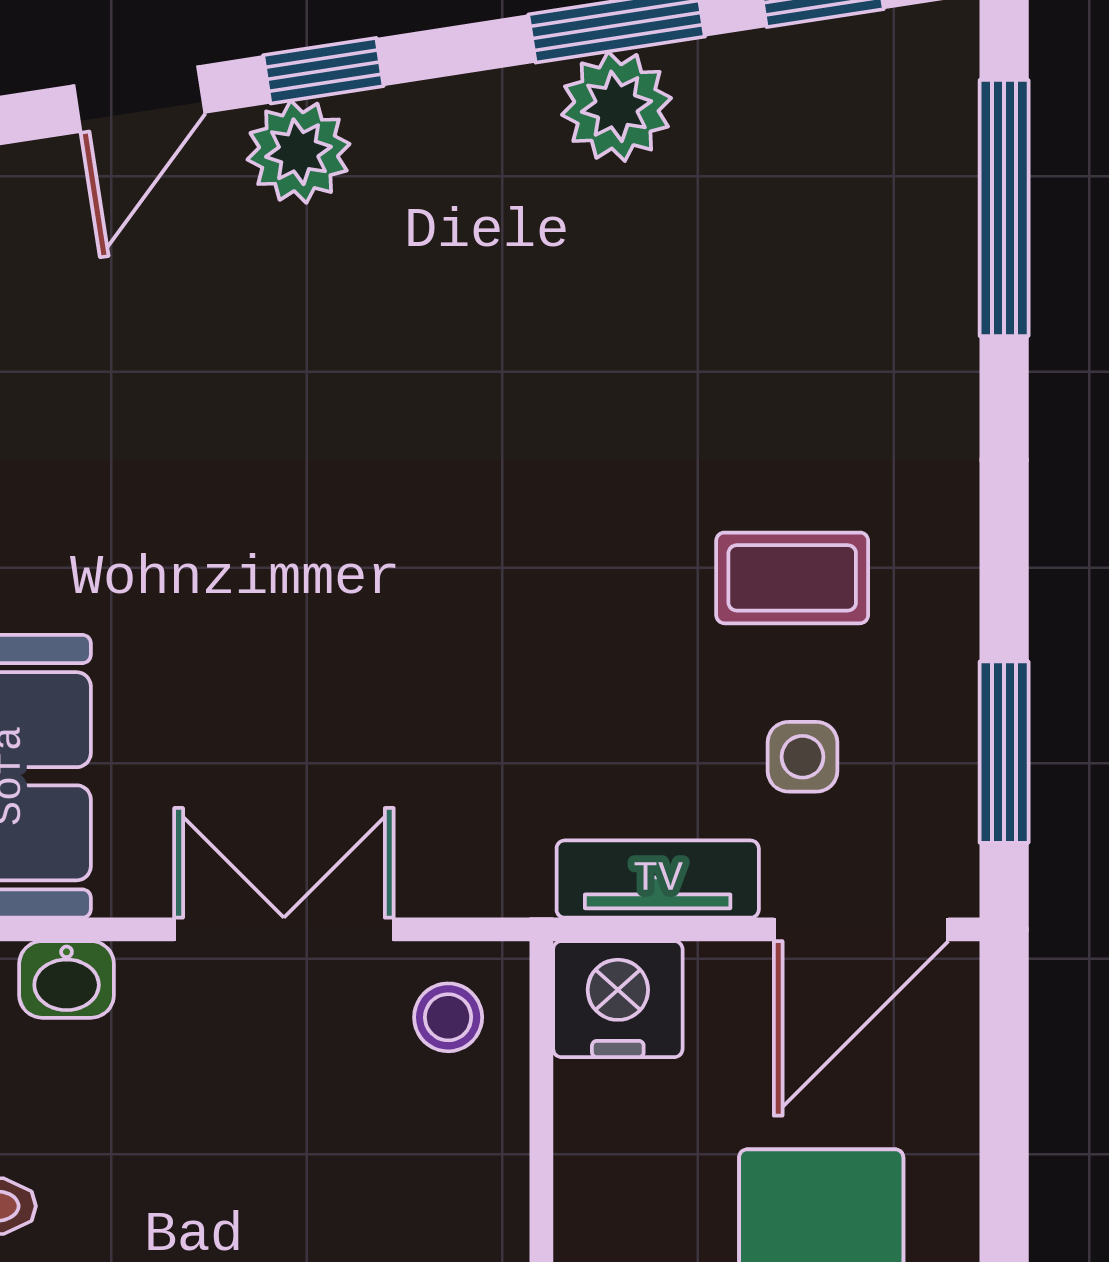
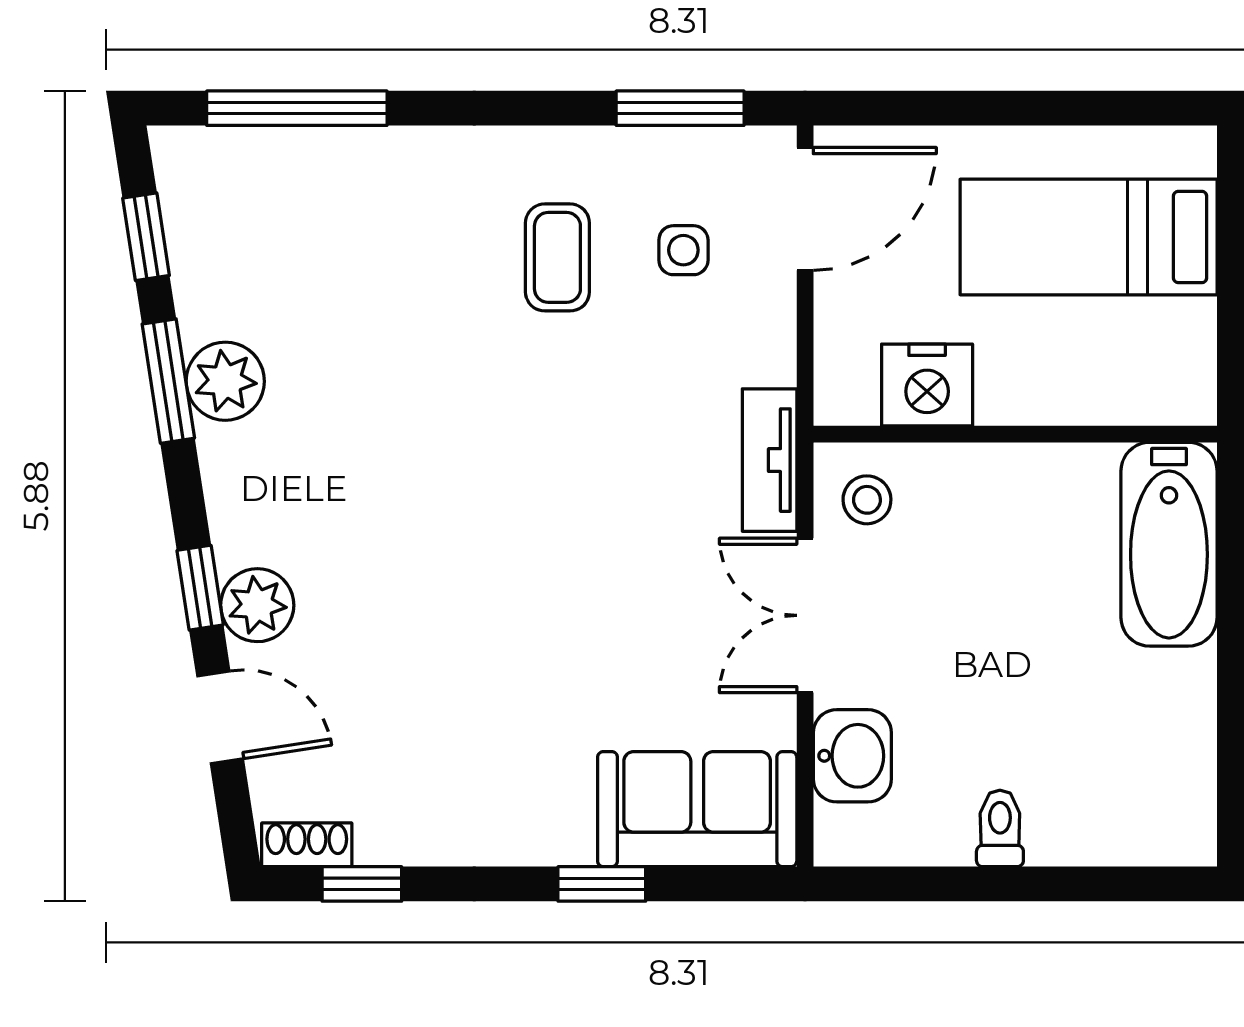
tv unit: (658, 879) -> (770, 460), moved
door: (861, 929) -> (805, 209), hinge flipped
washbasin: (67, 979) -> (852, 756), width x1.38, depth x1.45
nightstand: (618, 999) -> (927, 385), moved, turned -90

